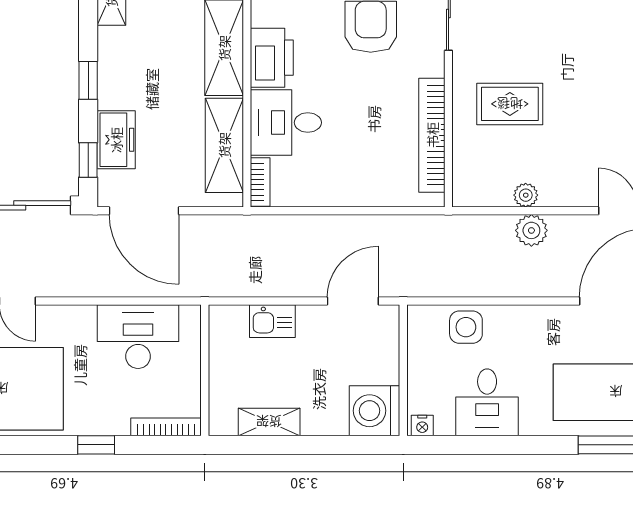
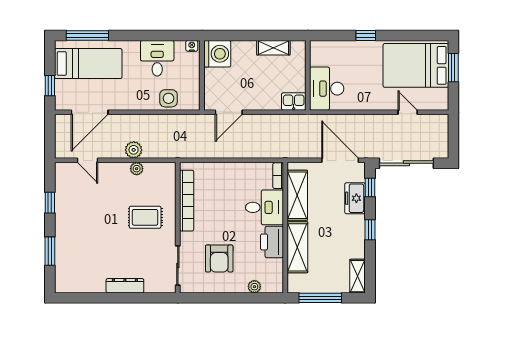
kitchen sink: (272, 321) -> (294, 101), moved
desk: (138, 337) -> (327, 89), moved, turned 90
bookcase: (166, 427) -> (328, 45), removed

